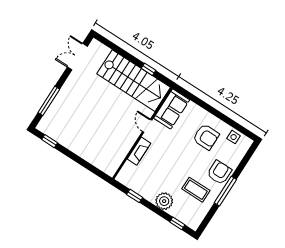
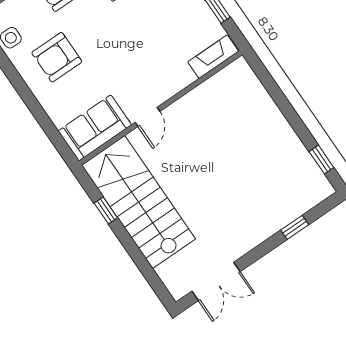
window: (49, 101) -> (295, 227), width x0.46
armchair: (206, 137) -> (57, 57), turned -90
fireplace: (139, 151) -> (213, 57), moved

